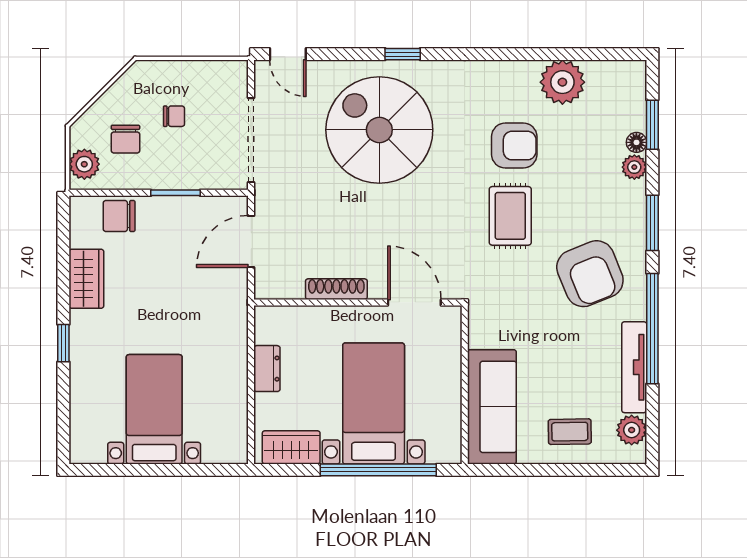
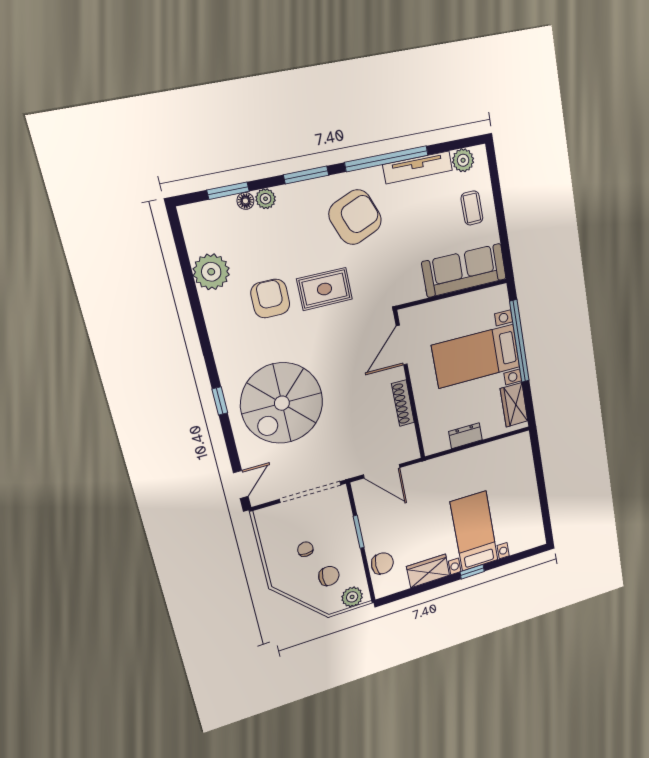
chair: (119, 216) -> (382, 563), turned -90
bed with nightstands: (154, 409) -> (474, 531), moved, turned 90

